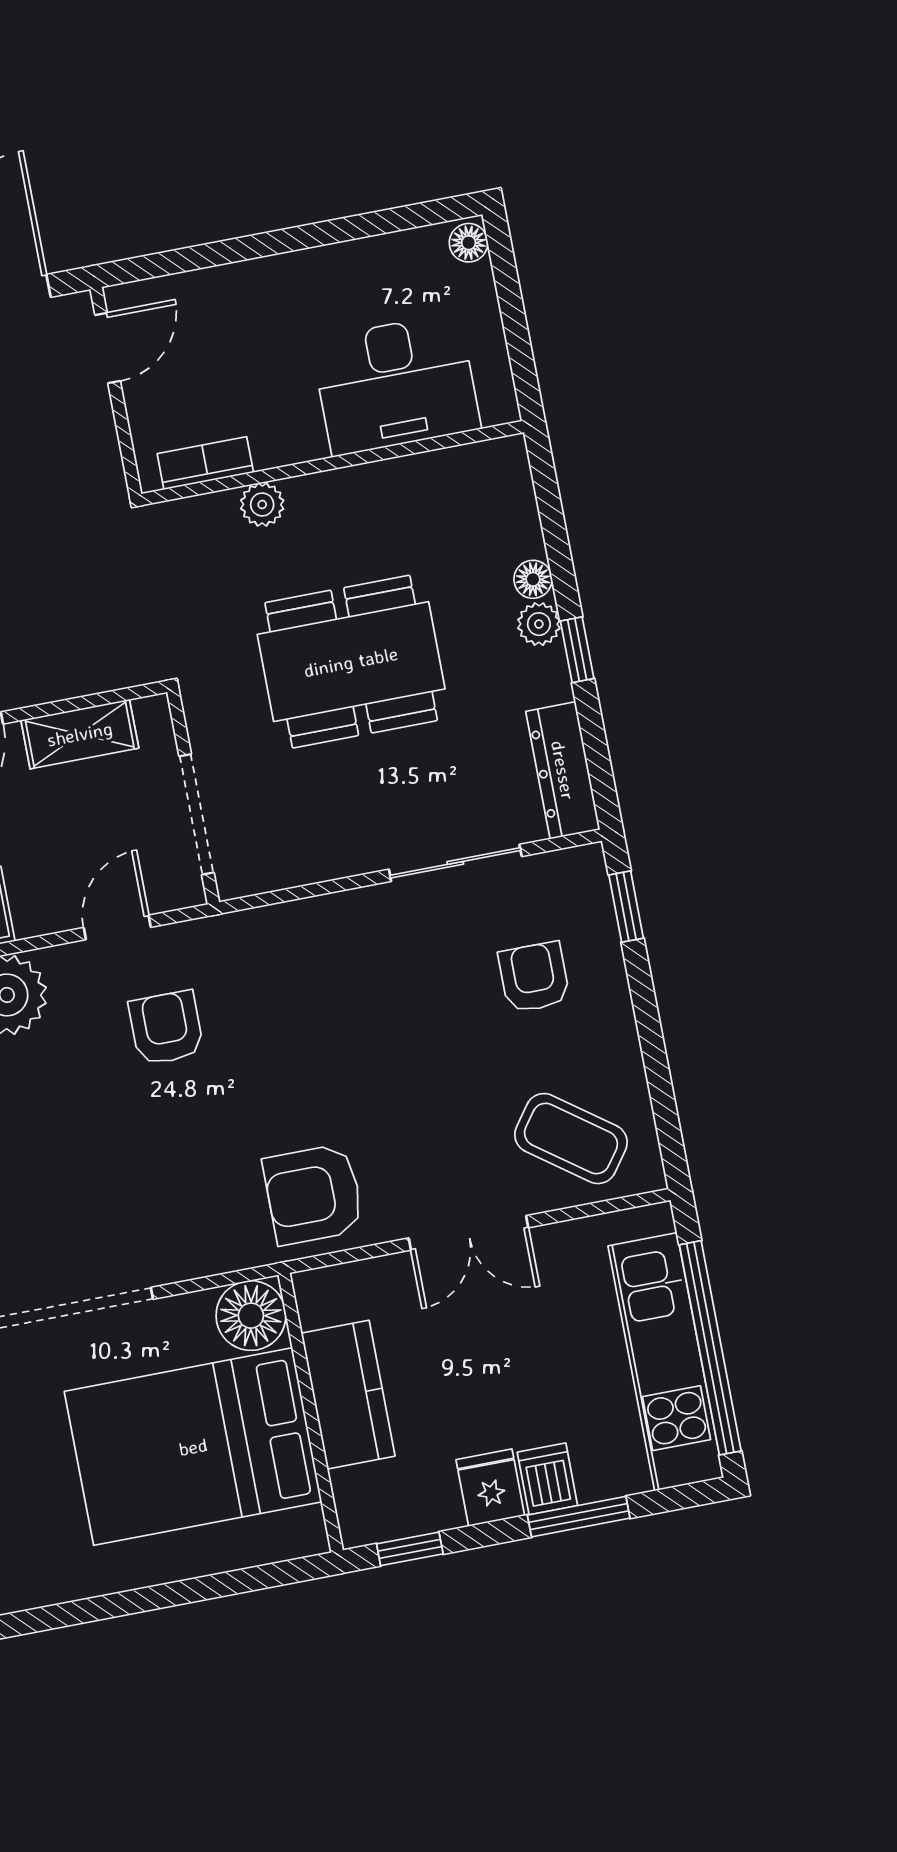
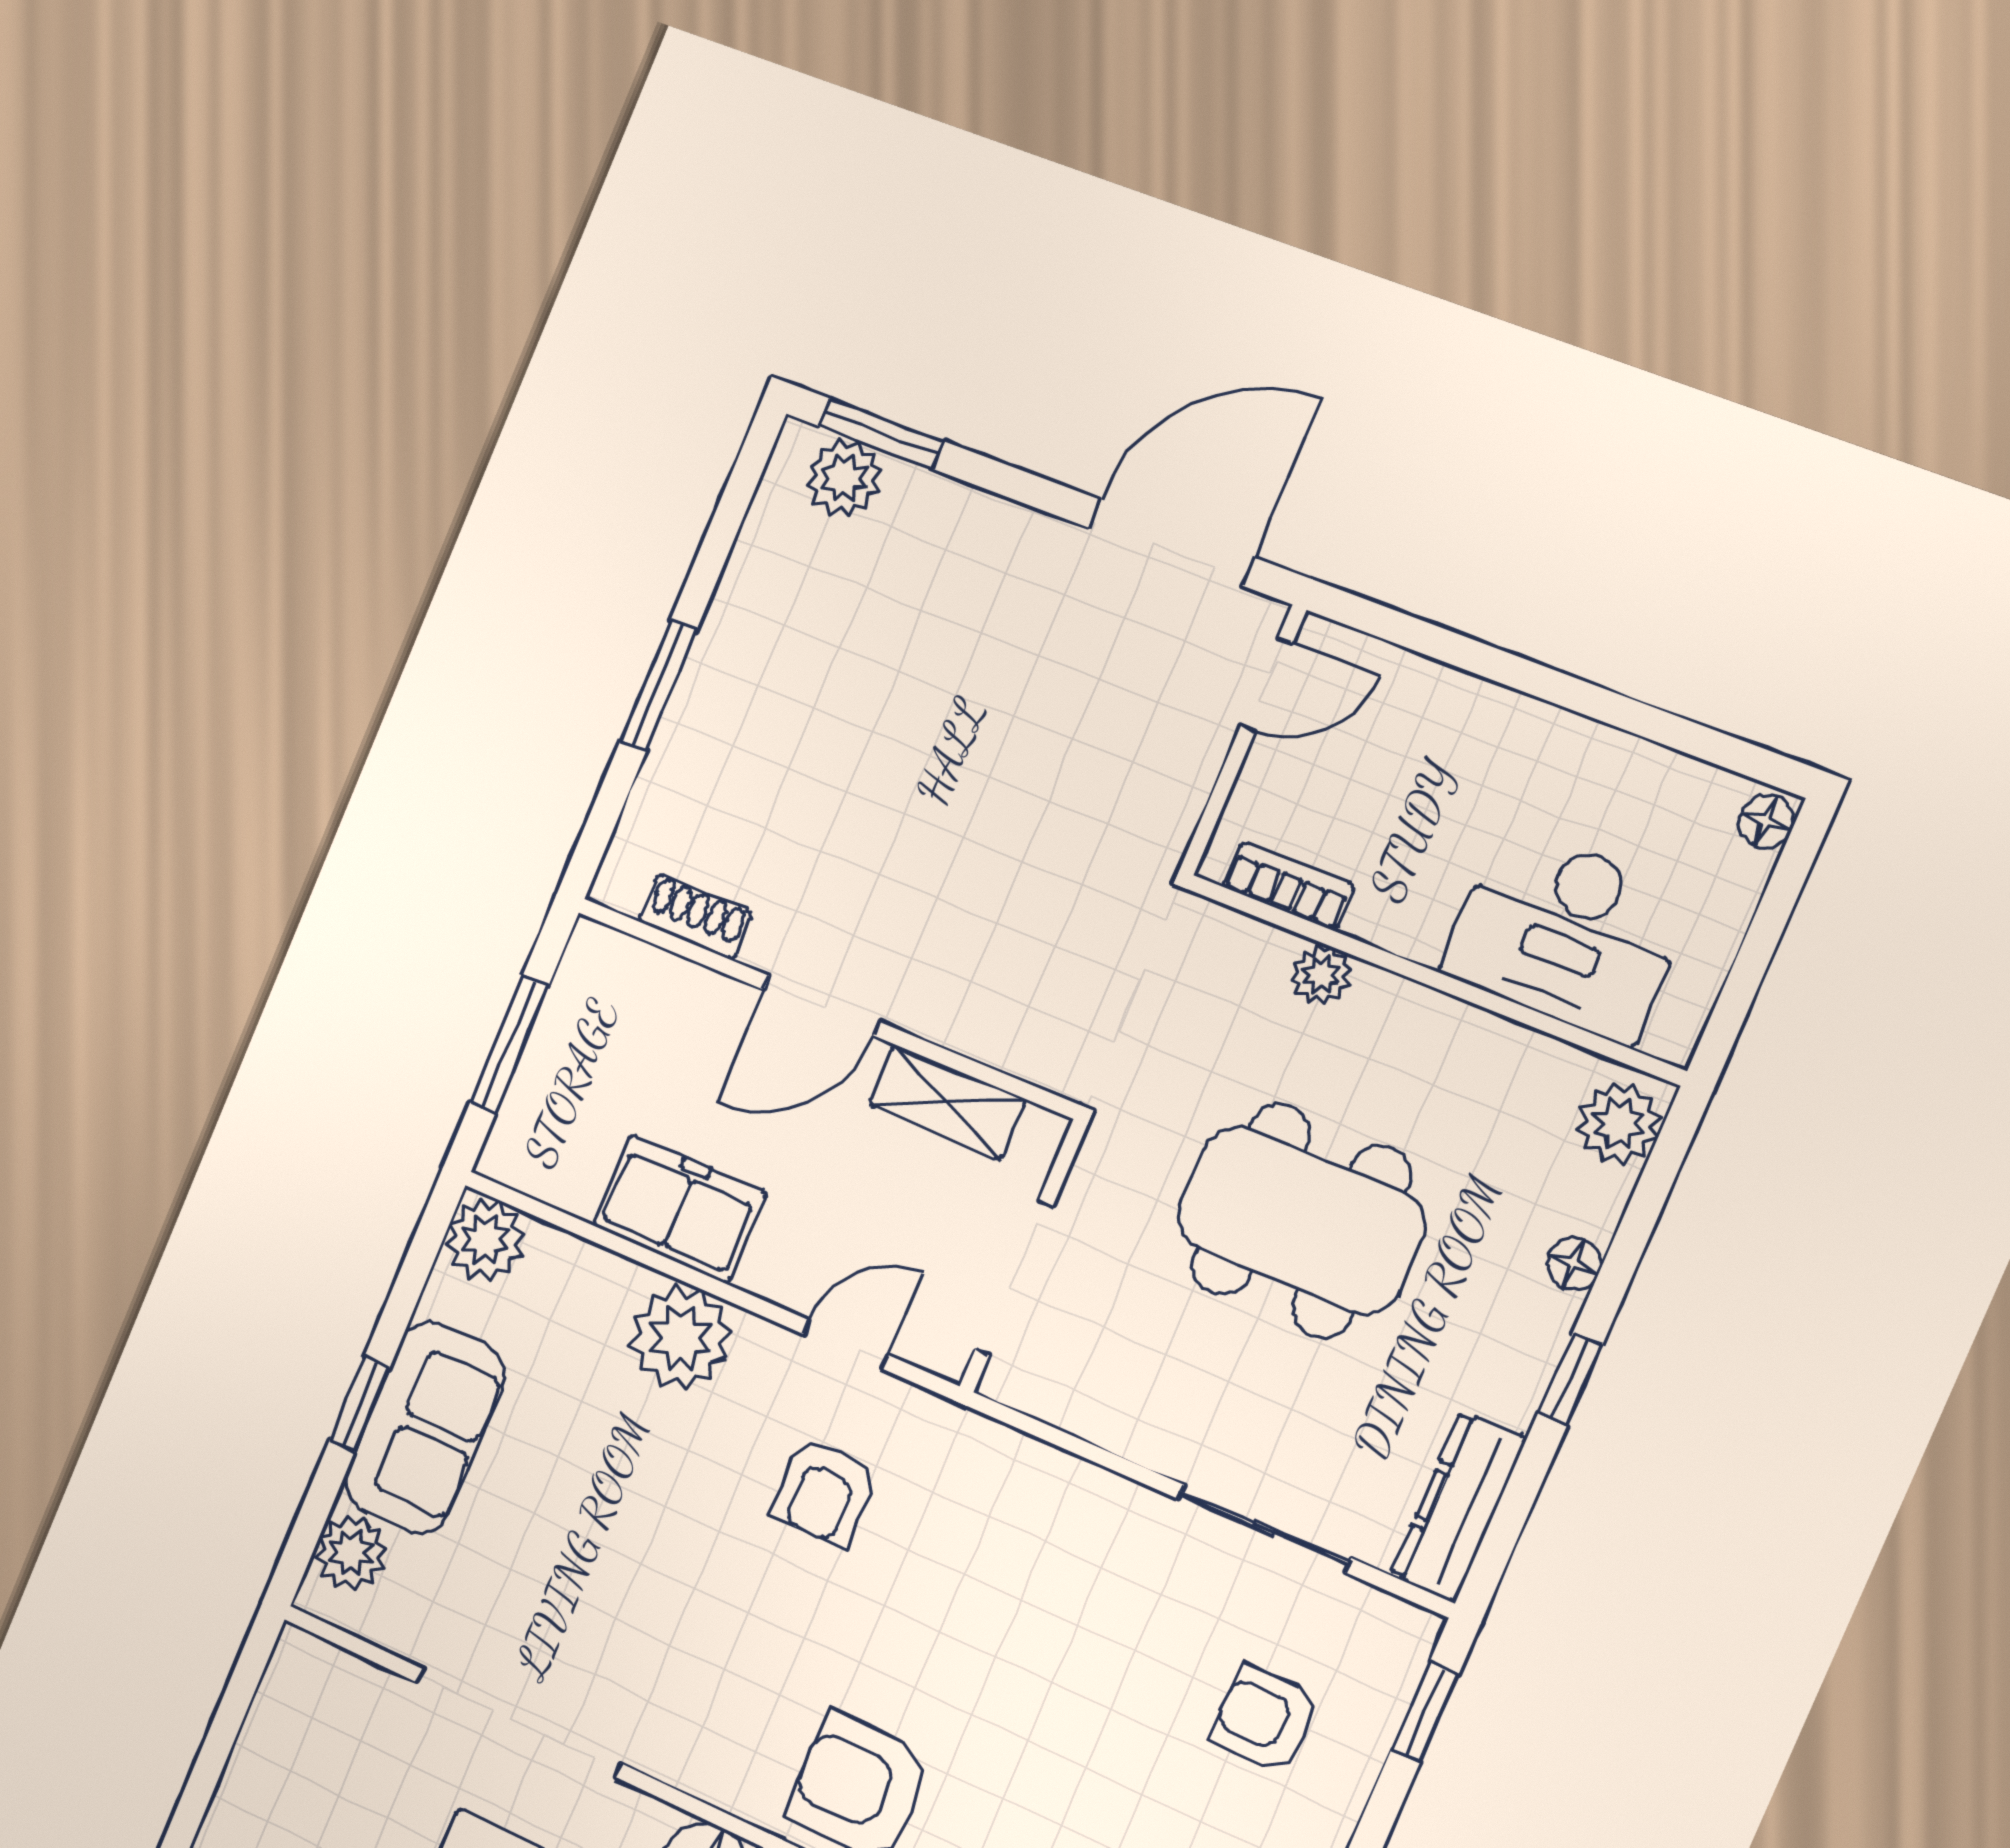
plant: (539, 624) -> (1619, 1123), moved, width x1.38, depth x1.38
armchair: (534, 977) -> (1265, 1719), turned -90
armchair: (166, 1028) -> (824, 1492), turned 180

